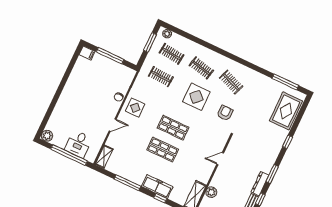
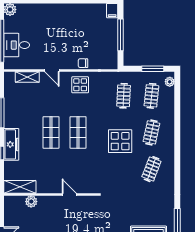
armchair: (225, 113) -> (117, 178), removed
shelving: (104, 157) -> (27, 77), moved

